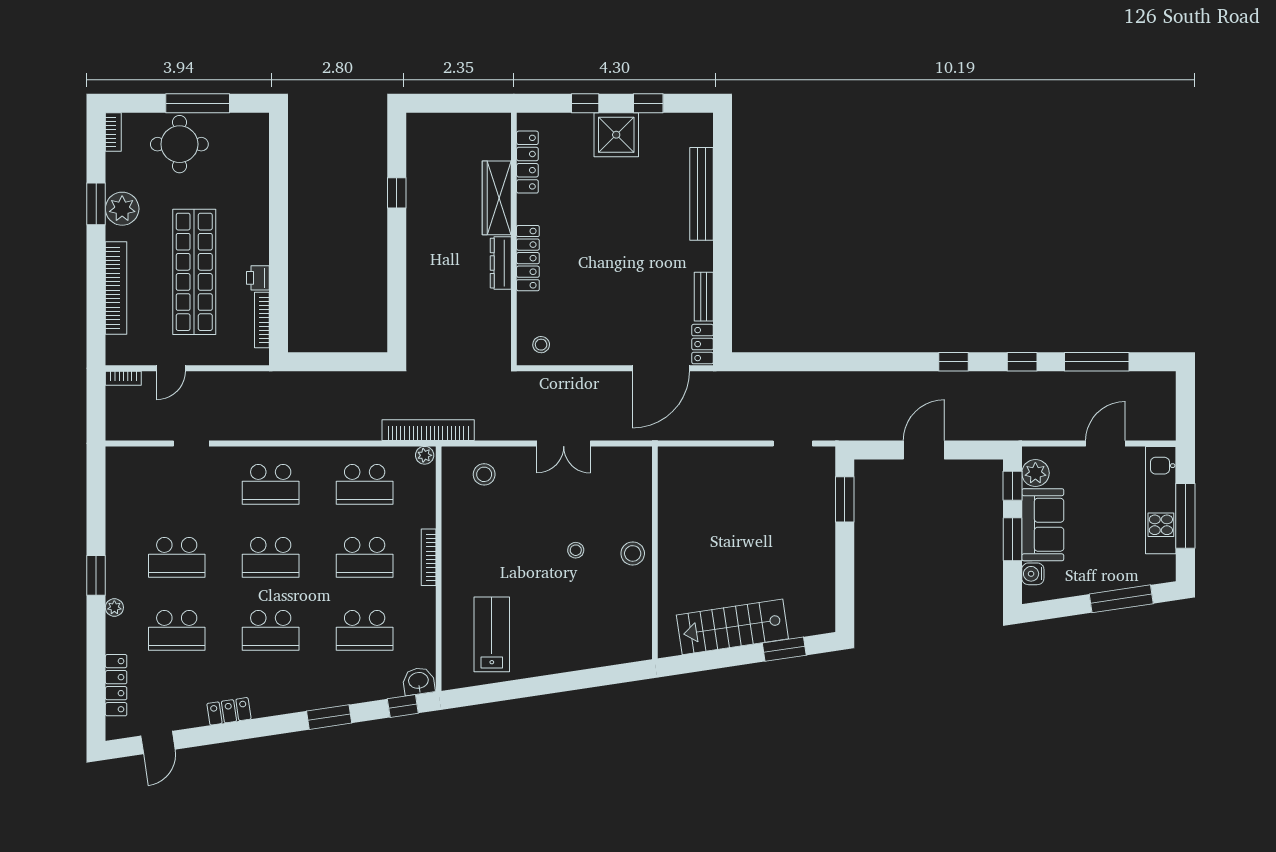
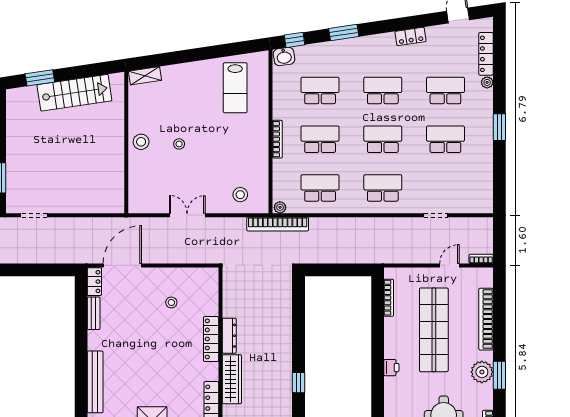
printer: (258, 278) -> (391, 368), moved
stool: (541, 345) -> (171, 302), moved
plant: (114, 607) -> (487, 82), moved
shelving: (627, 652) -> (145, 76), added

